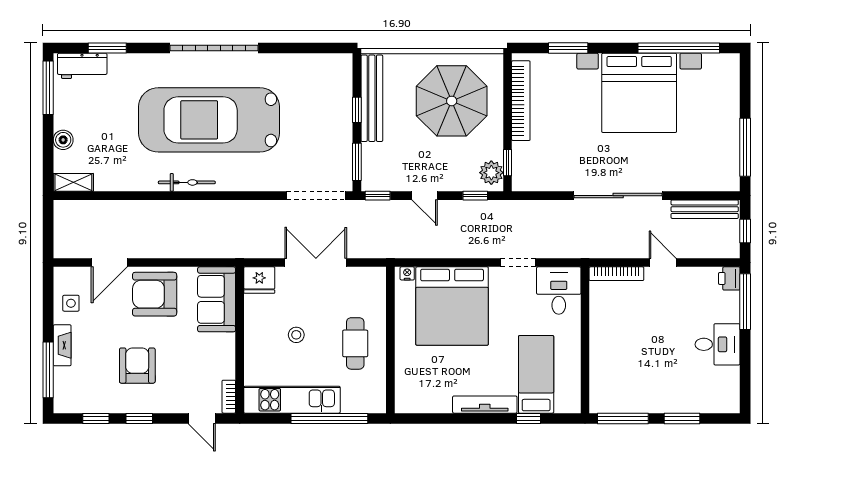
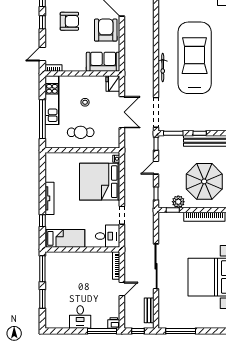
plant: (491, 173) -> (178, 202), moved
bicycle: (187, 182) -> (163, 67), moved
bench: (705, 209) -> (149, 310), width x0.73
bed: (536, 374) -> (65, 238), moved

